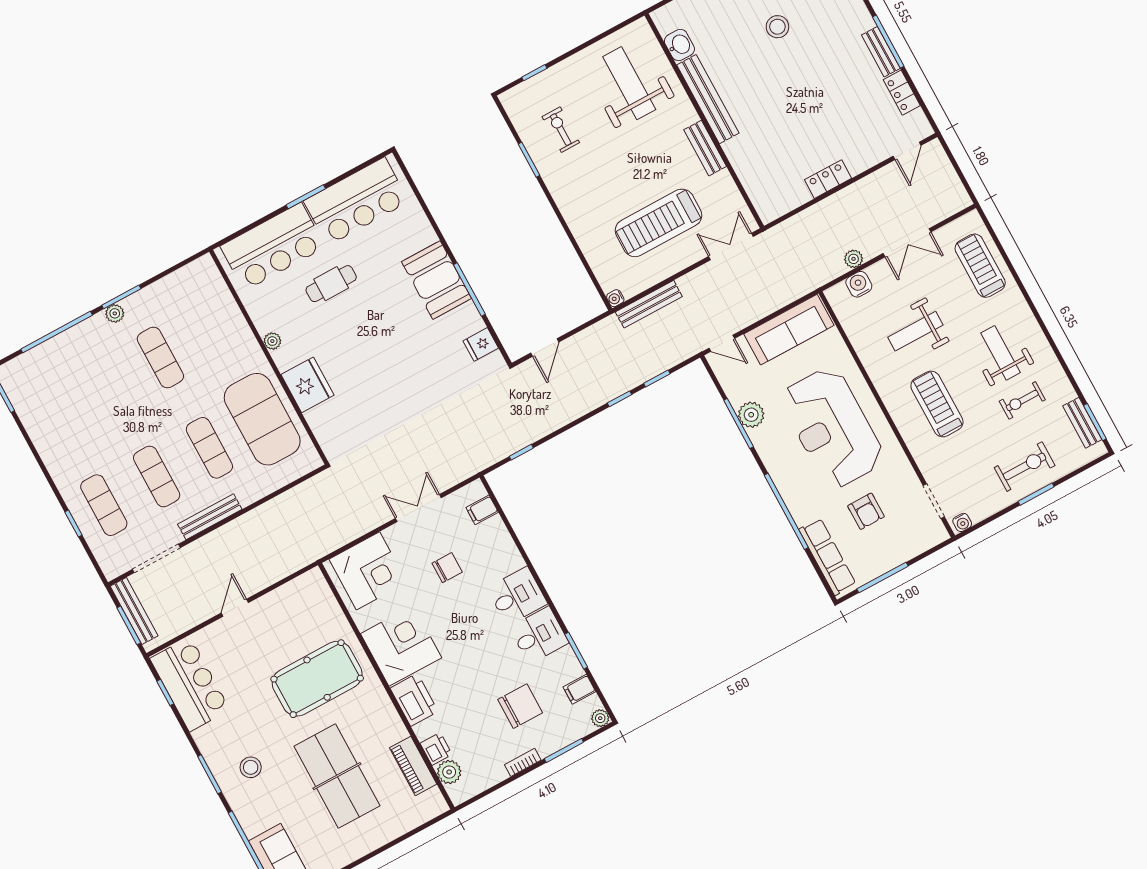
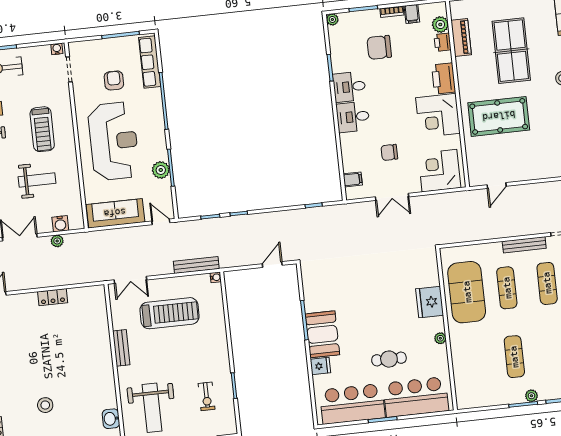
bench: (708, 99) -> (107, 378), removed
fridge: (481, 344) -> (320, 366), moved
door: (235, 608) -> (497, 185), moved
filing cabinet: (579, 689) -> (412, 14), moved, turned 90

